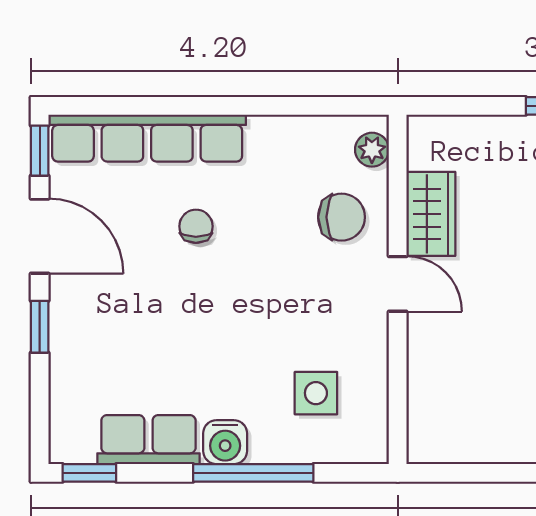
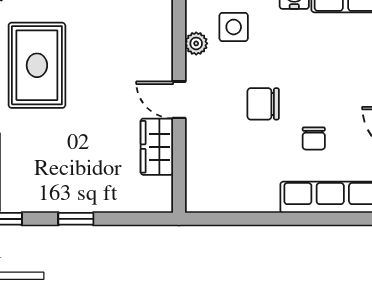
plant: (372, 150) -> (196, 43), moved
chair: (342, 217) -> (263, 104), moved

